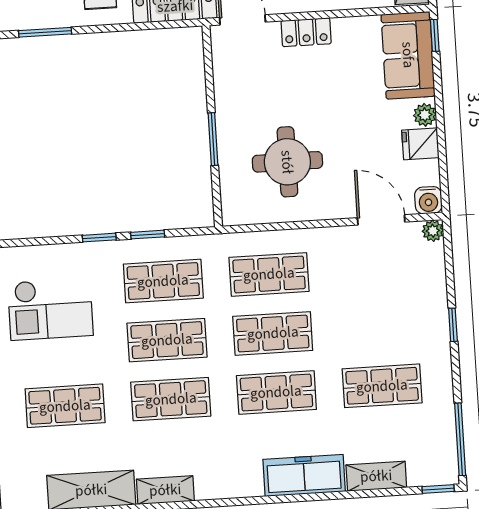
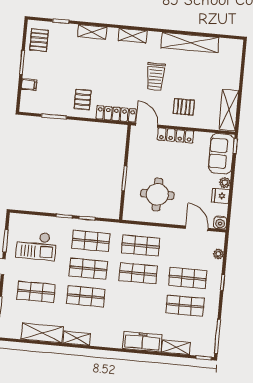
locker: (306, 32) -> (176, 135), width x1.53
plant: (433, 231) -> (218, 254), moved
shop shelf: (276, 392) -> (188, 278), moved

